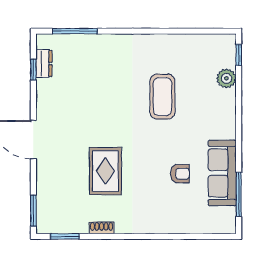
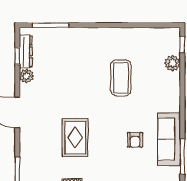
dresser: (44, 64) -> (26, 51), width x1.44
plant: (45, 94) -> (26, 76), added
armchair: (180, 174) -> (135, 140), turned 90

